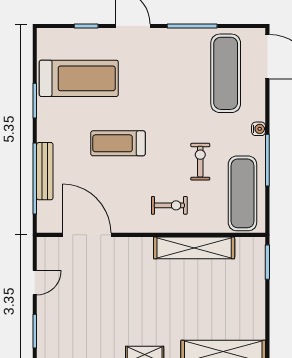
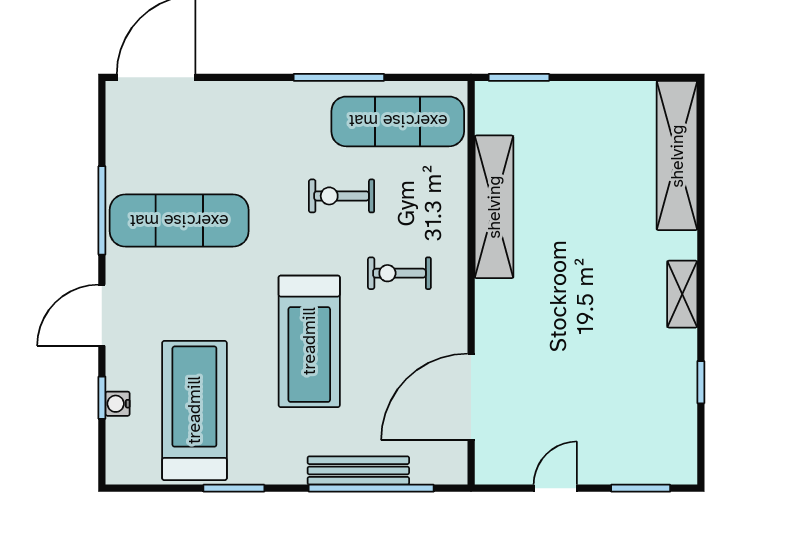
exercise mat: (226, 73) -> (179, 221), moved
water cooler: (259, 129) -> (118, 404), moved, turned -90
treadmill: (118, 143) -> (309, 341), width x1.37, depth x1.38
exercise bike: (169, 205) -> (399, 273), moved, turned -90
door: (35, 283) -> (555, 488), hinge flipped

